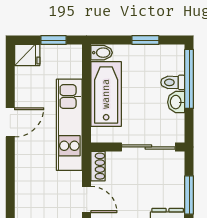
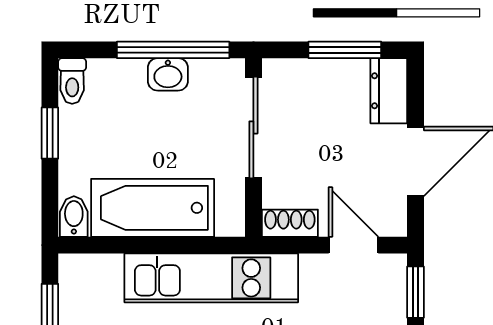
window: (189, 79) -> (173, 50), moved
toilet: (173, 82) -> (72, 81), moved
door: (87, 199) -> (353, 245), hinge flipped

